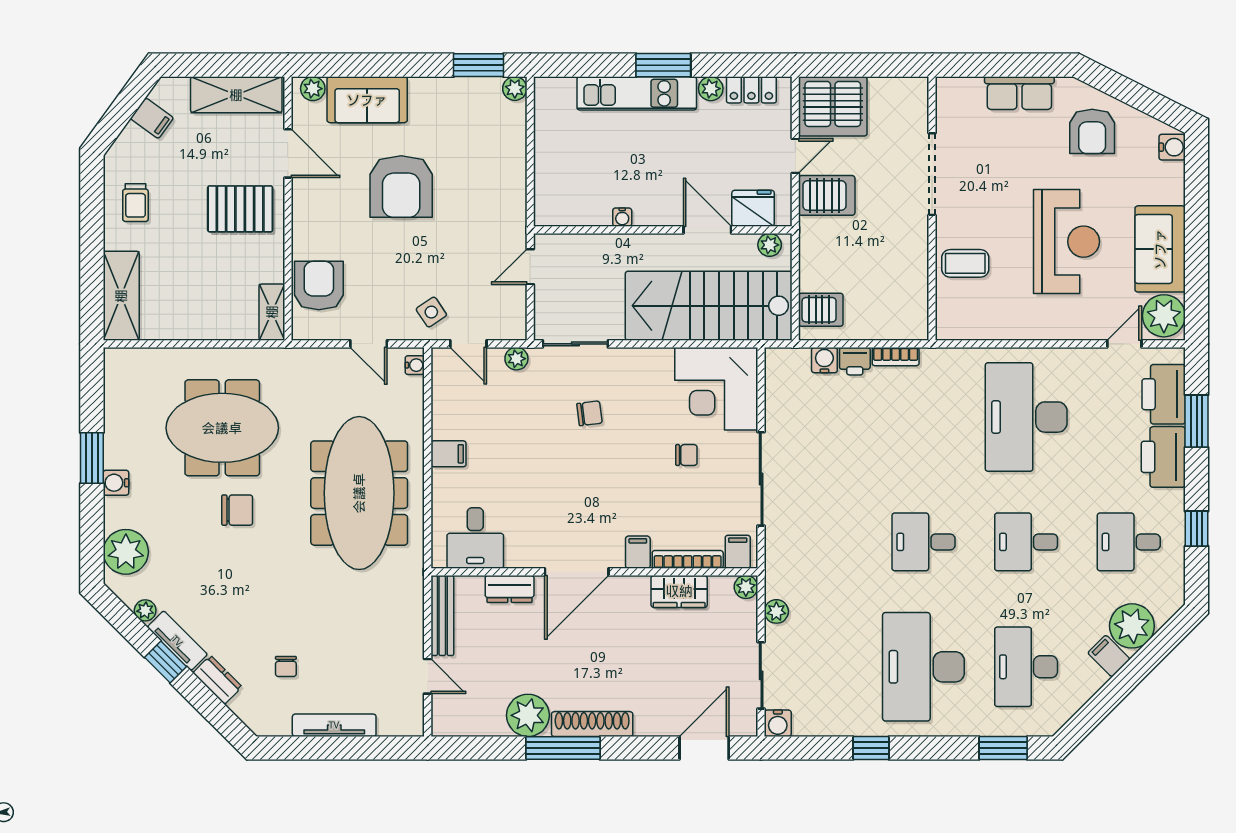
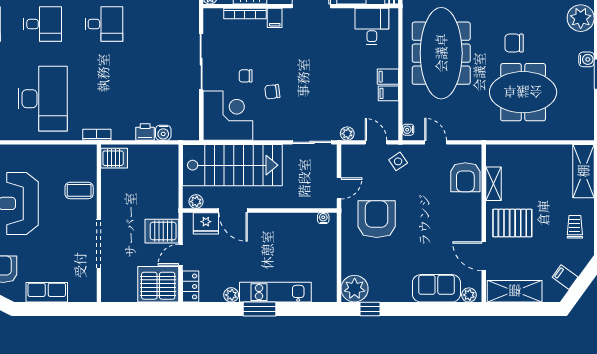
window: (479, 65) -> (370, 309), width x0.67
plant: (515, 89) -> (355, 289), width x1.88, depth x1.88
locker: (751, 90) -> (191, 286), moved, turned 90
armchair: (401, 187) -> (377, 219), moved
water cooler: (622, 217) -> (323, 218), moved
server rack: (821, 310) -> (114, 158), moved, turned 180
shelving: (272, 312) -> (493, 184), moved
bookcase: (896, 357) -> (97, 135), moved
chair: (589, 413) -> (272, 92), moved
filing cabinet: (738, 552) -> (388, 93), moved, turned 90

